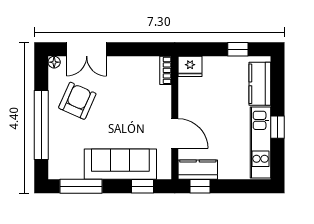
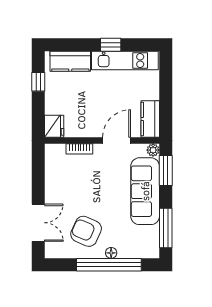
floor lamp: (54, 62) -> (111, 253), moved
bookcase: (166, 70) -> (79, 149), moved
plant: (165, 173) -> (153, 150), added
window: (143, 186) -> (166, 171), width x1.50
window: (200, 186) -> (166, 117), removed

